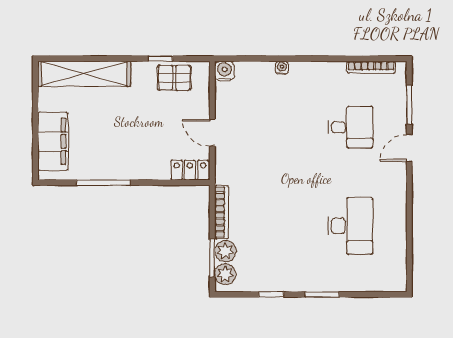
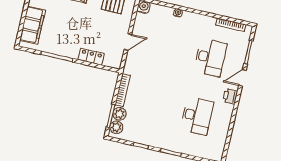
desk: (350, 127) -> (210, 58), width x1.37
door: (212, 133) -> (128, 42), swing flipped
locker: (190, 170) -> (91, 57), moved
printer: (396, 182) -> (230, 96), added

